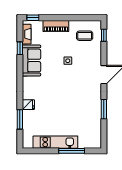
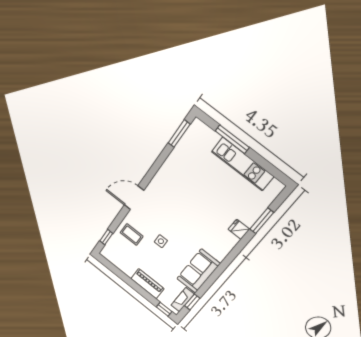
coffee table: (85, 36) -> (132, 235), moved
window: (20, 48) -> (192, 302), moved
window: (104, 109) -> (179, 134), moved

